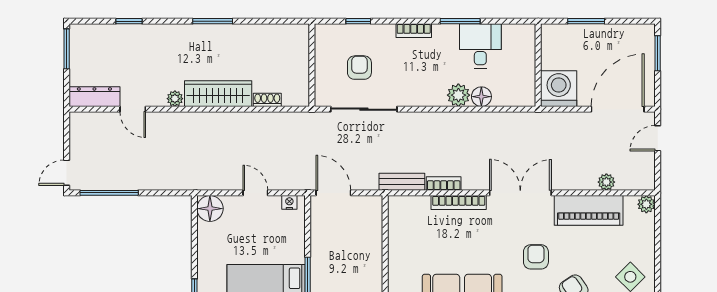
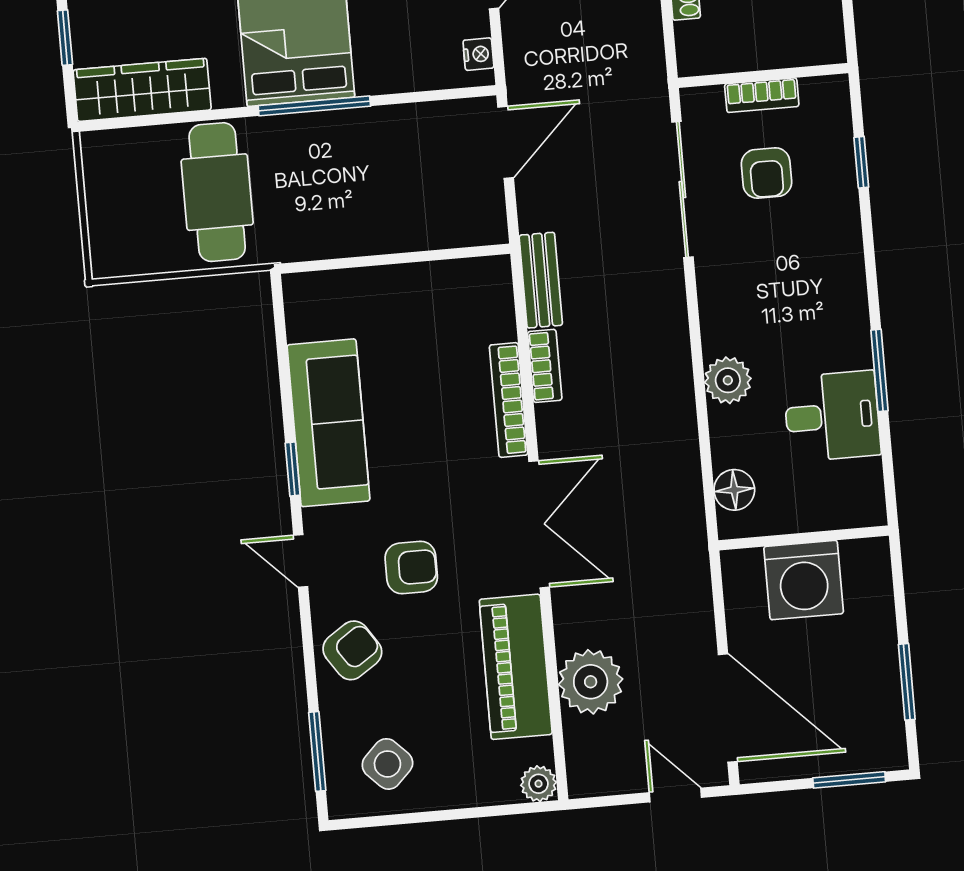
window: (586, 21) -> (907, 682), moved
bookcase: (414, 31) -> (762, 95), moved, turned -90
armchair: (359, 68) -> (766, 173), turned 90
washing machine: (559, 89) -> (804, 580), moved, turned 90
floor lamp: (481, 97) -> (734, 490), moved
plant: (606, 182) -> (591, 682), width x1.87, depth x1.87

